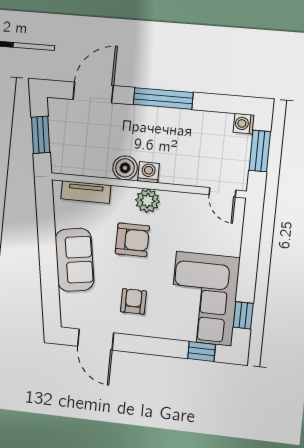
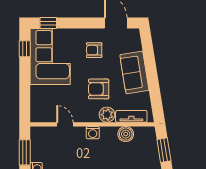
boiler: (125, 168) -> (126, 134), moved
door: (222, 192) -> (65, 124), moved
plant: (148, 201) -> (107, 115), moved
armchair: (133, 301) -> (94, 50), turned 90

